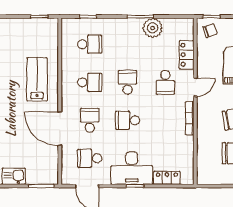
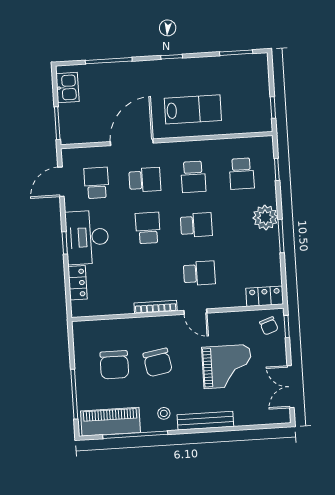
plant: (153, 28) -> (265, 217), moved
locker: (187, 55) -> (265, 296), moved
school desk: (165, 82) -> (199, 273), turned 180

